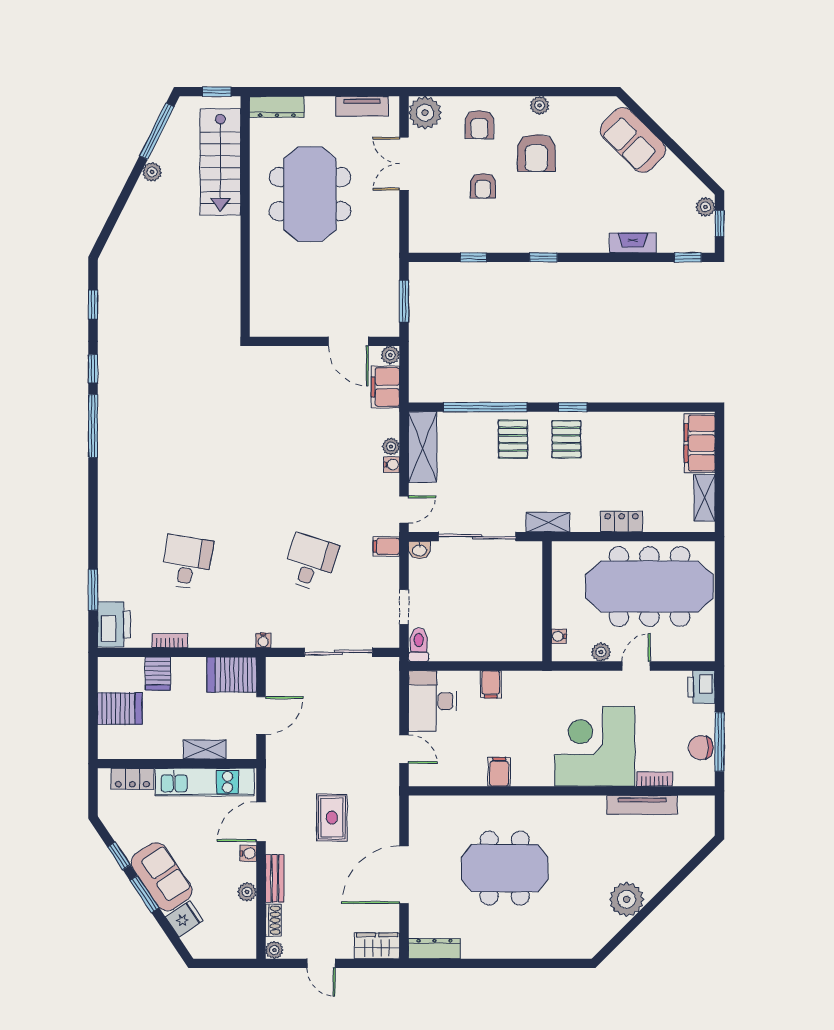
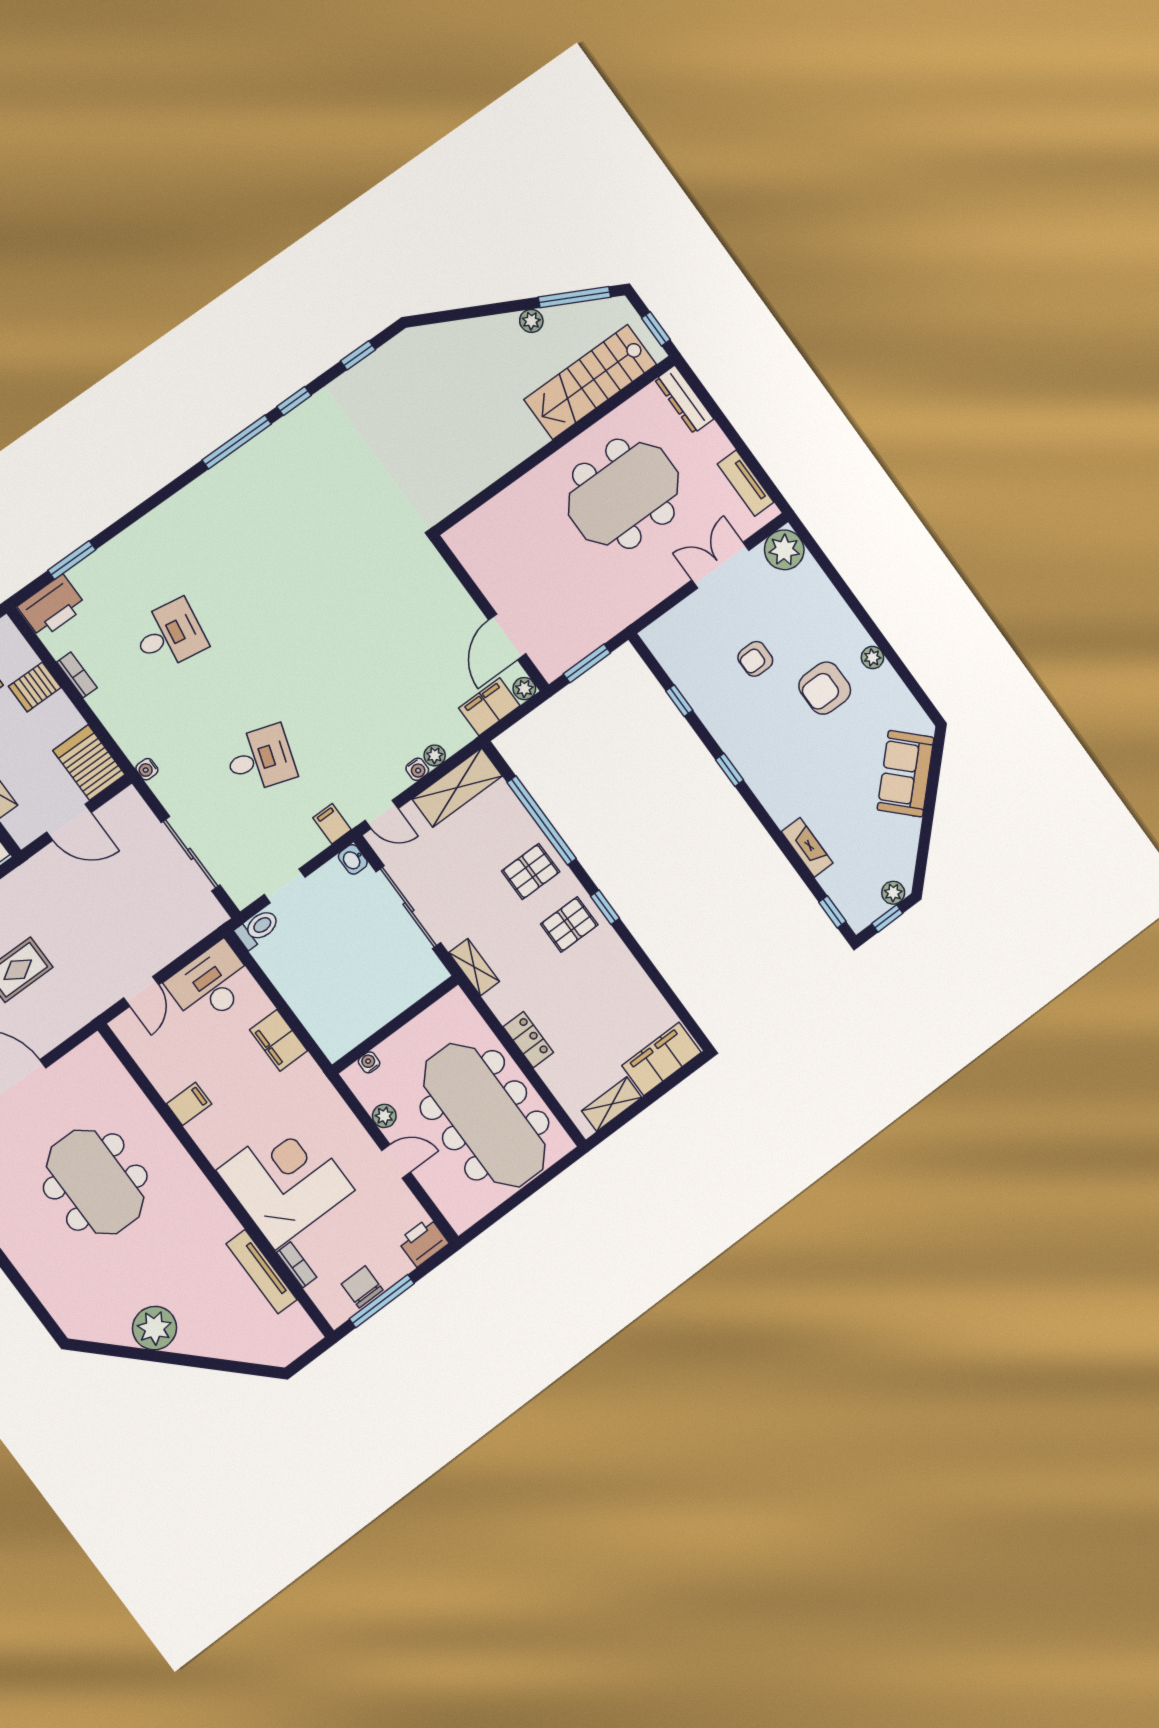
armchair: (479, 125) -> (812, 612), removed
filing cabinet: (491, 684) -> (279, 1040), width x2.00

